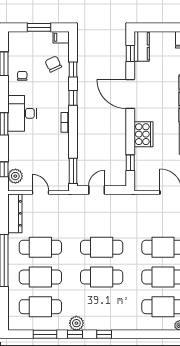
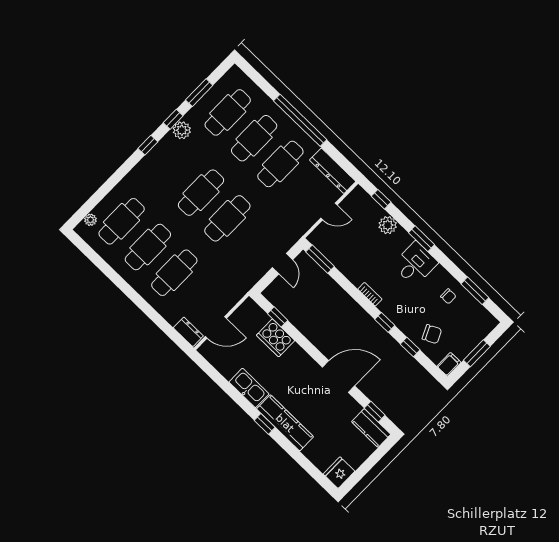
desk: (22, 113) -> (415, 264), width x0.73
cooker: (143, 134) -> (276, 338), moved
plant: (15, 176) -> (388, 225), moved

